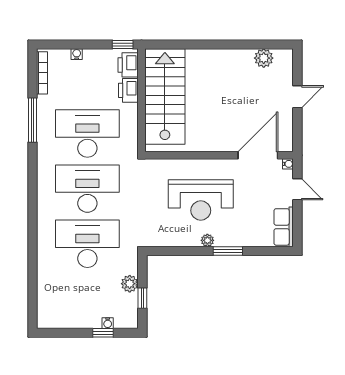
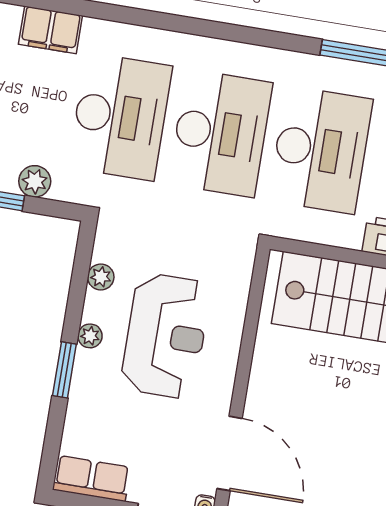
reception desk: (201, 200) -> (166, 336), turned 180
plant: (175, 240) -> (101, 277), added
filing cabinet: (47, 289) -> (50, 30), added

